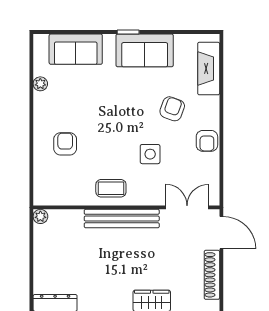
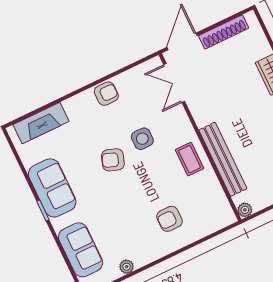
armchair: (172, 109) -> (113, 160), moved
bench: (122, 219) -> (223, 159), moved

